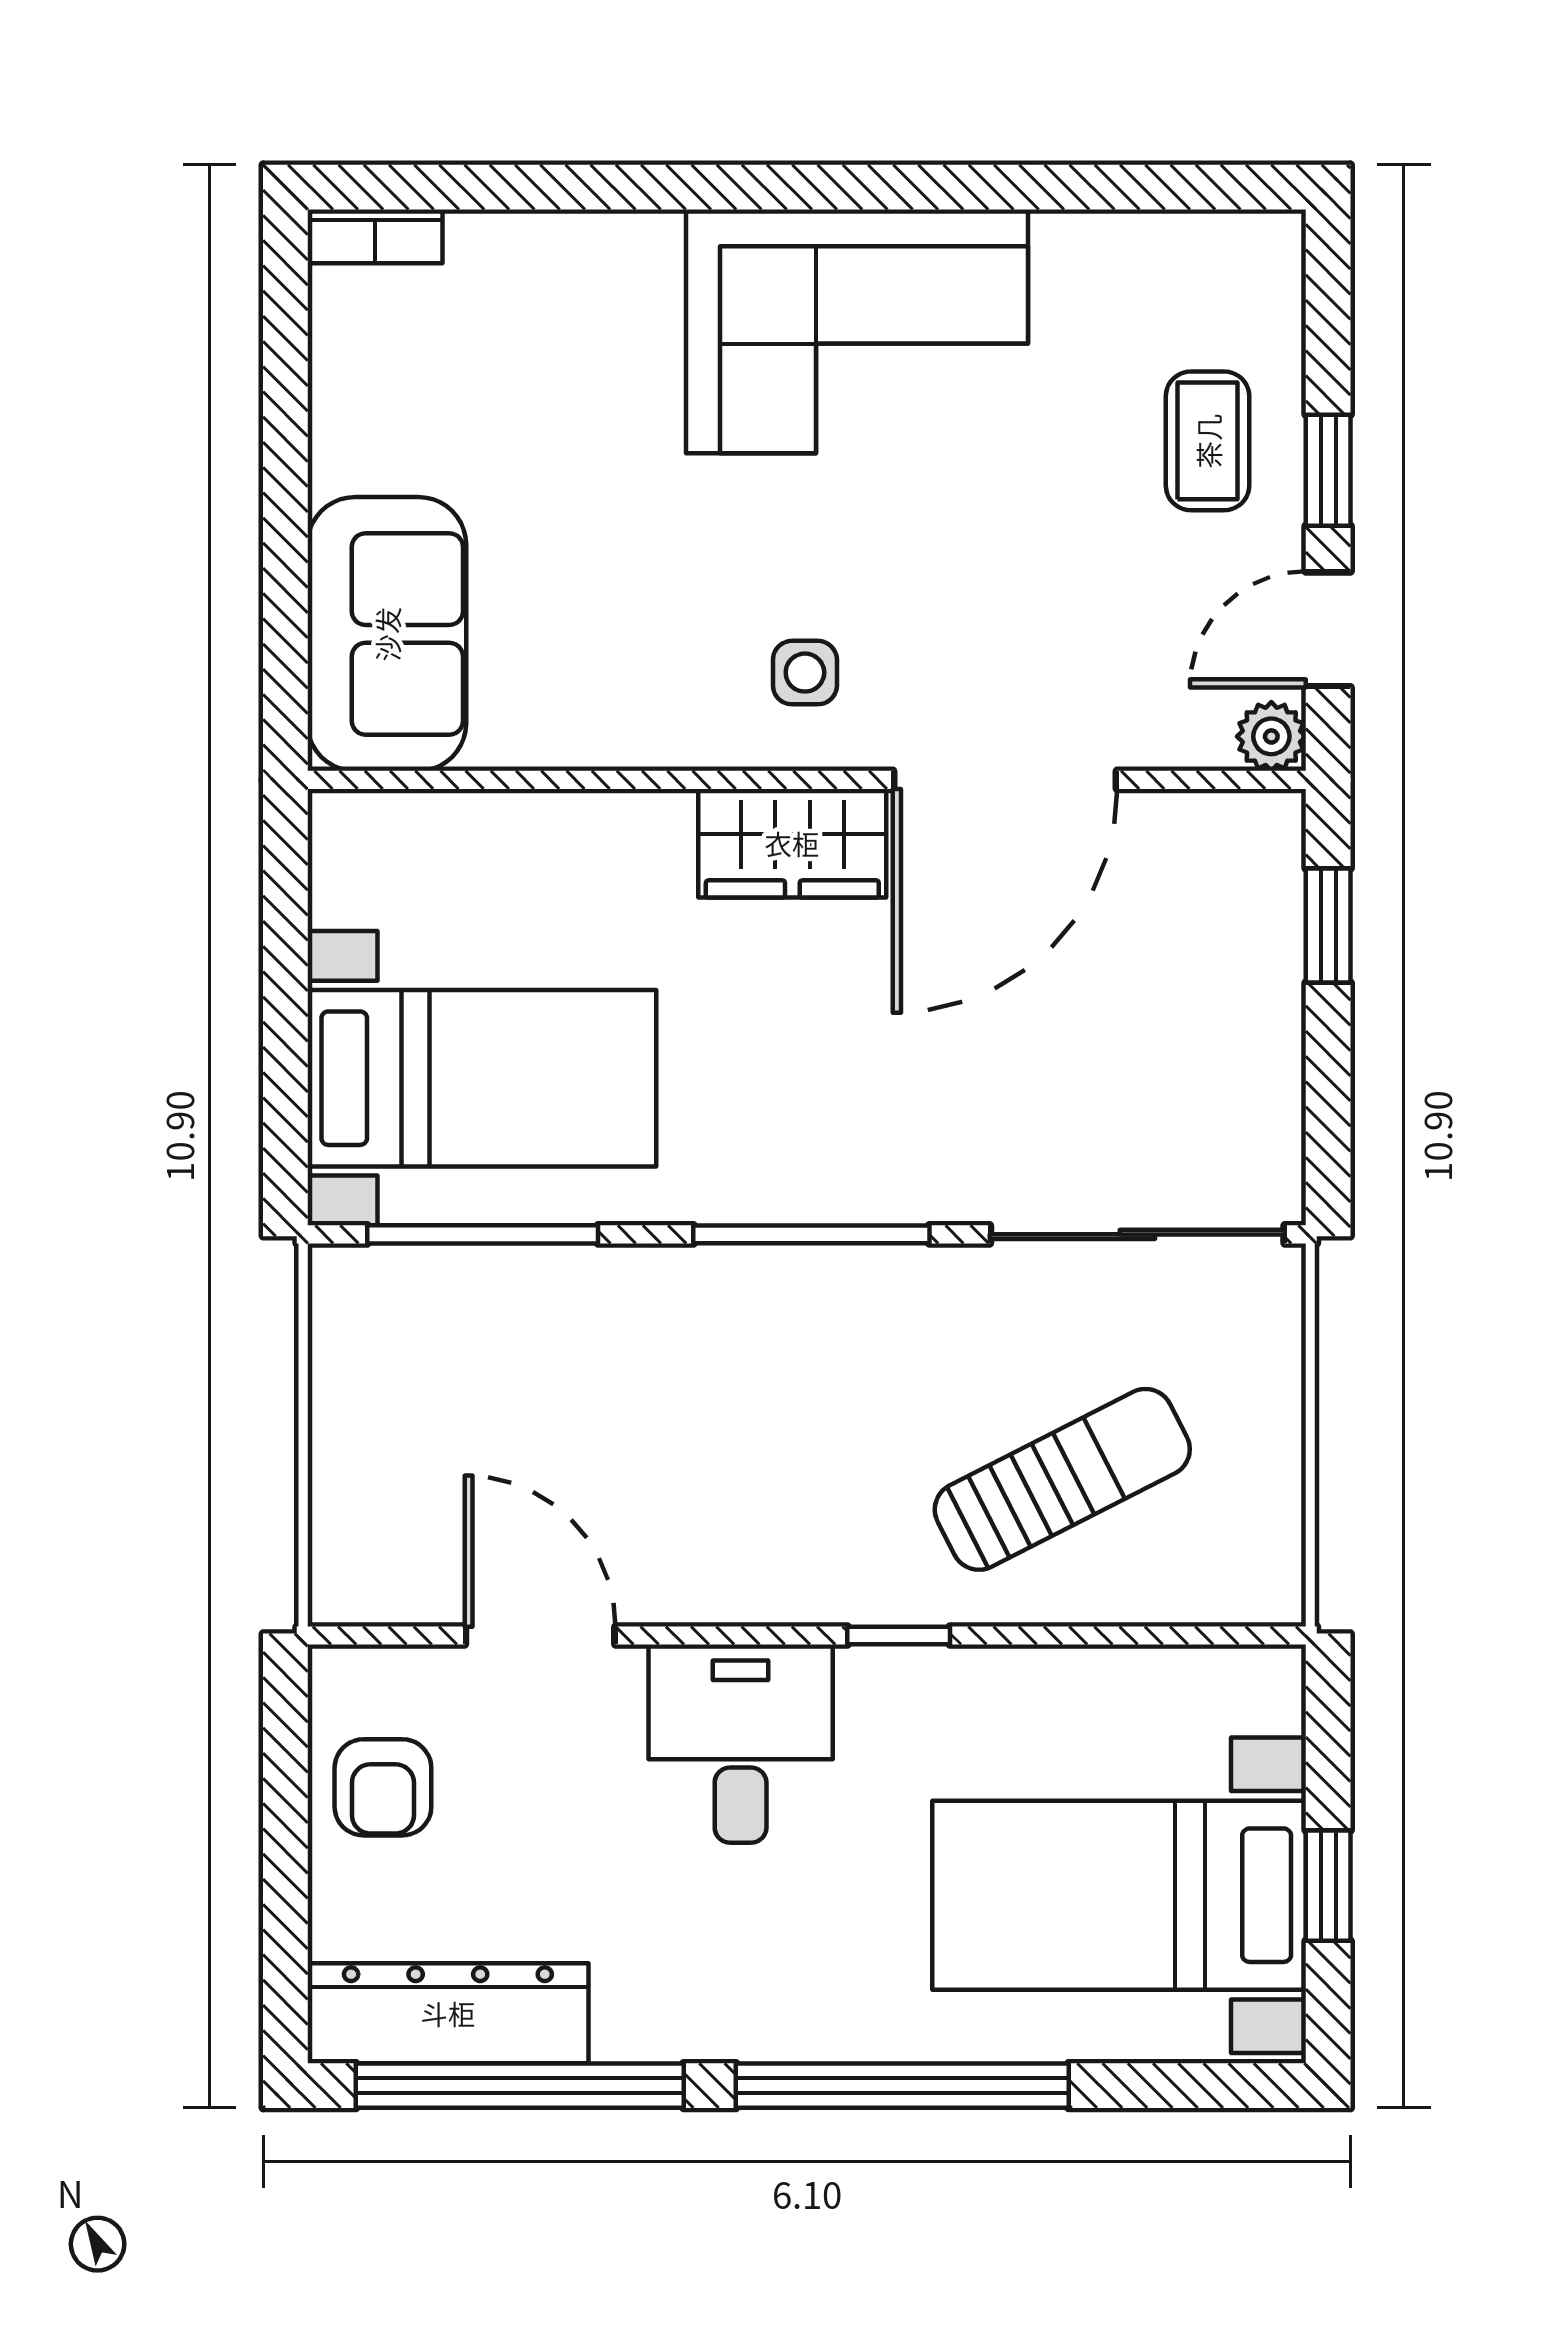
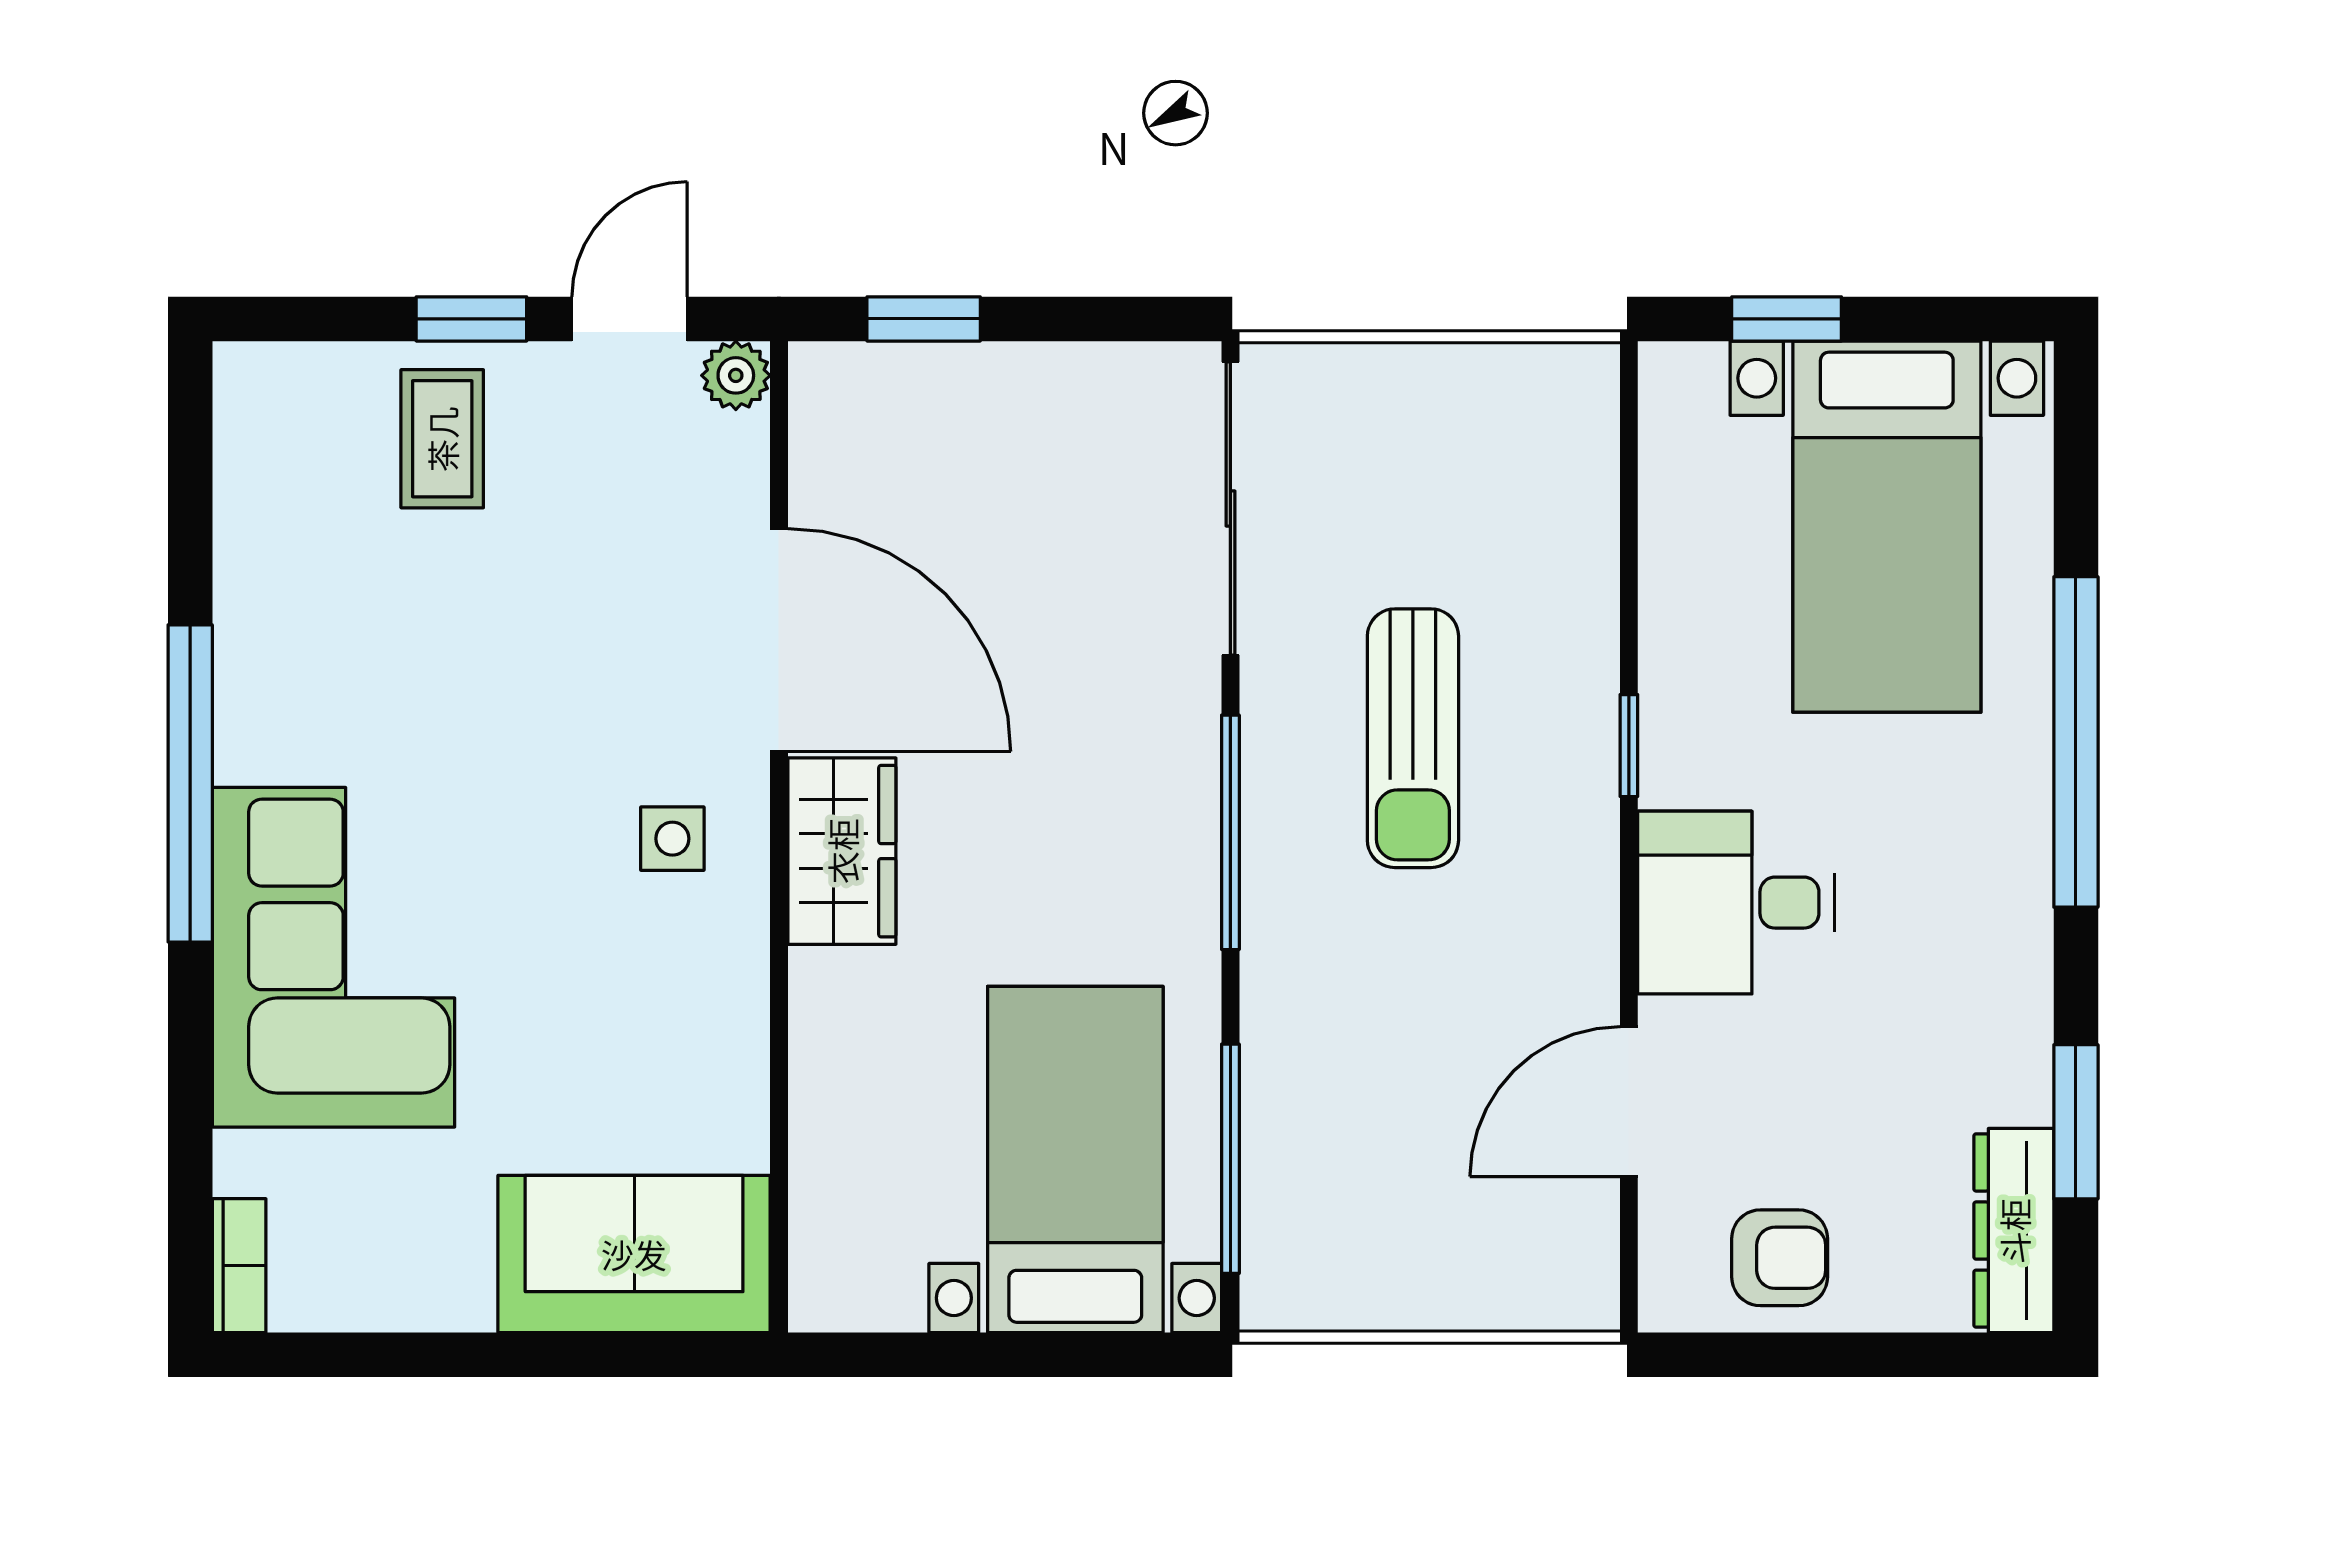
window: (861, 187) -> (190, 783), added
corner sofa: (857, 331) -> (334, 957), moved
coffee table: (1208, 441) -> (442, 439), turned 90
door: (1328, 629) -> (630, 319), swing flipped
sun lounger: (1062, 1479) -> (1413, 738), moved, turned -153
window: (1328, 1886) -> (1787, 319), moved
dresser: (448, 2013) -> (2014, 1231), width x0.73, depth x0.80
window: (520, 2086) -> (2076, 1122), width x0.47

